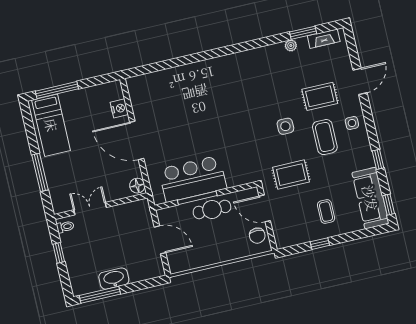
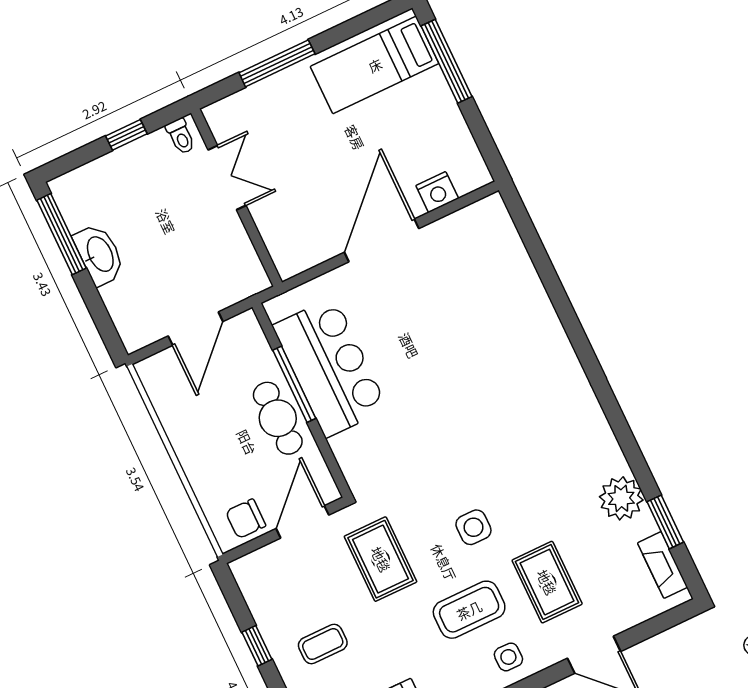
plant: (291, 46) -> (621, 498), width x1.88, depth x1.88
floor lamp: (137, 186) -> (293, 261), removed

